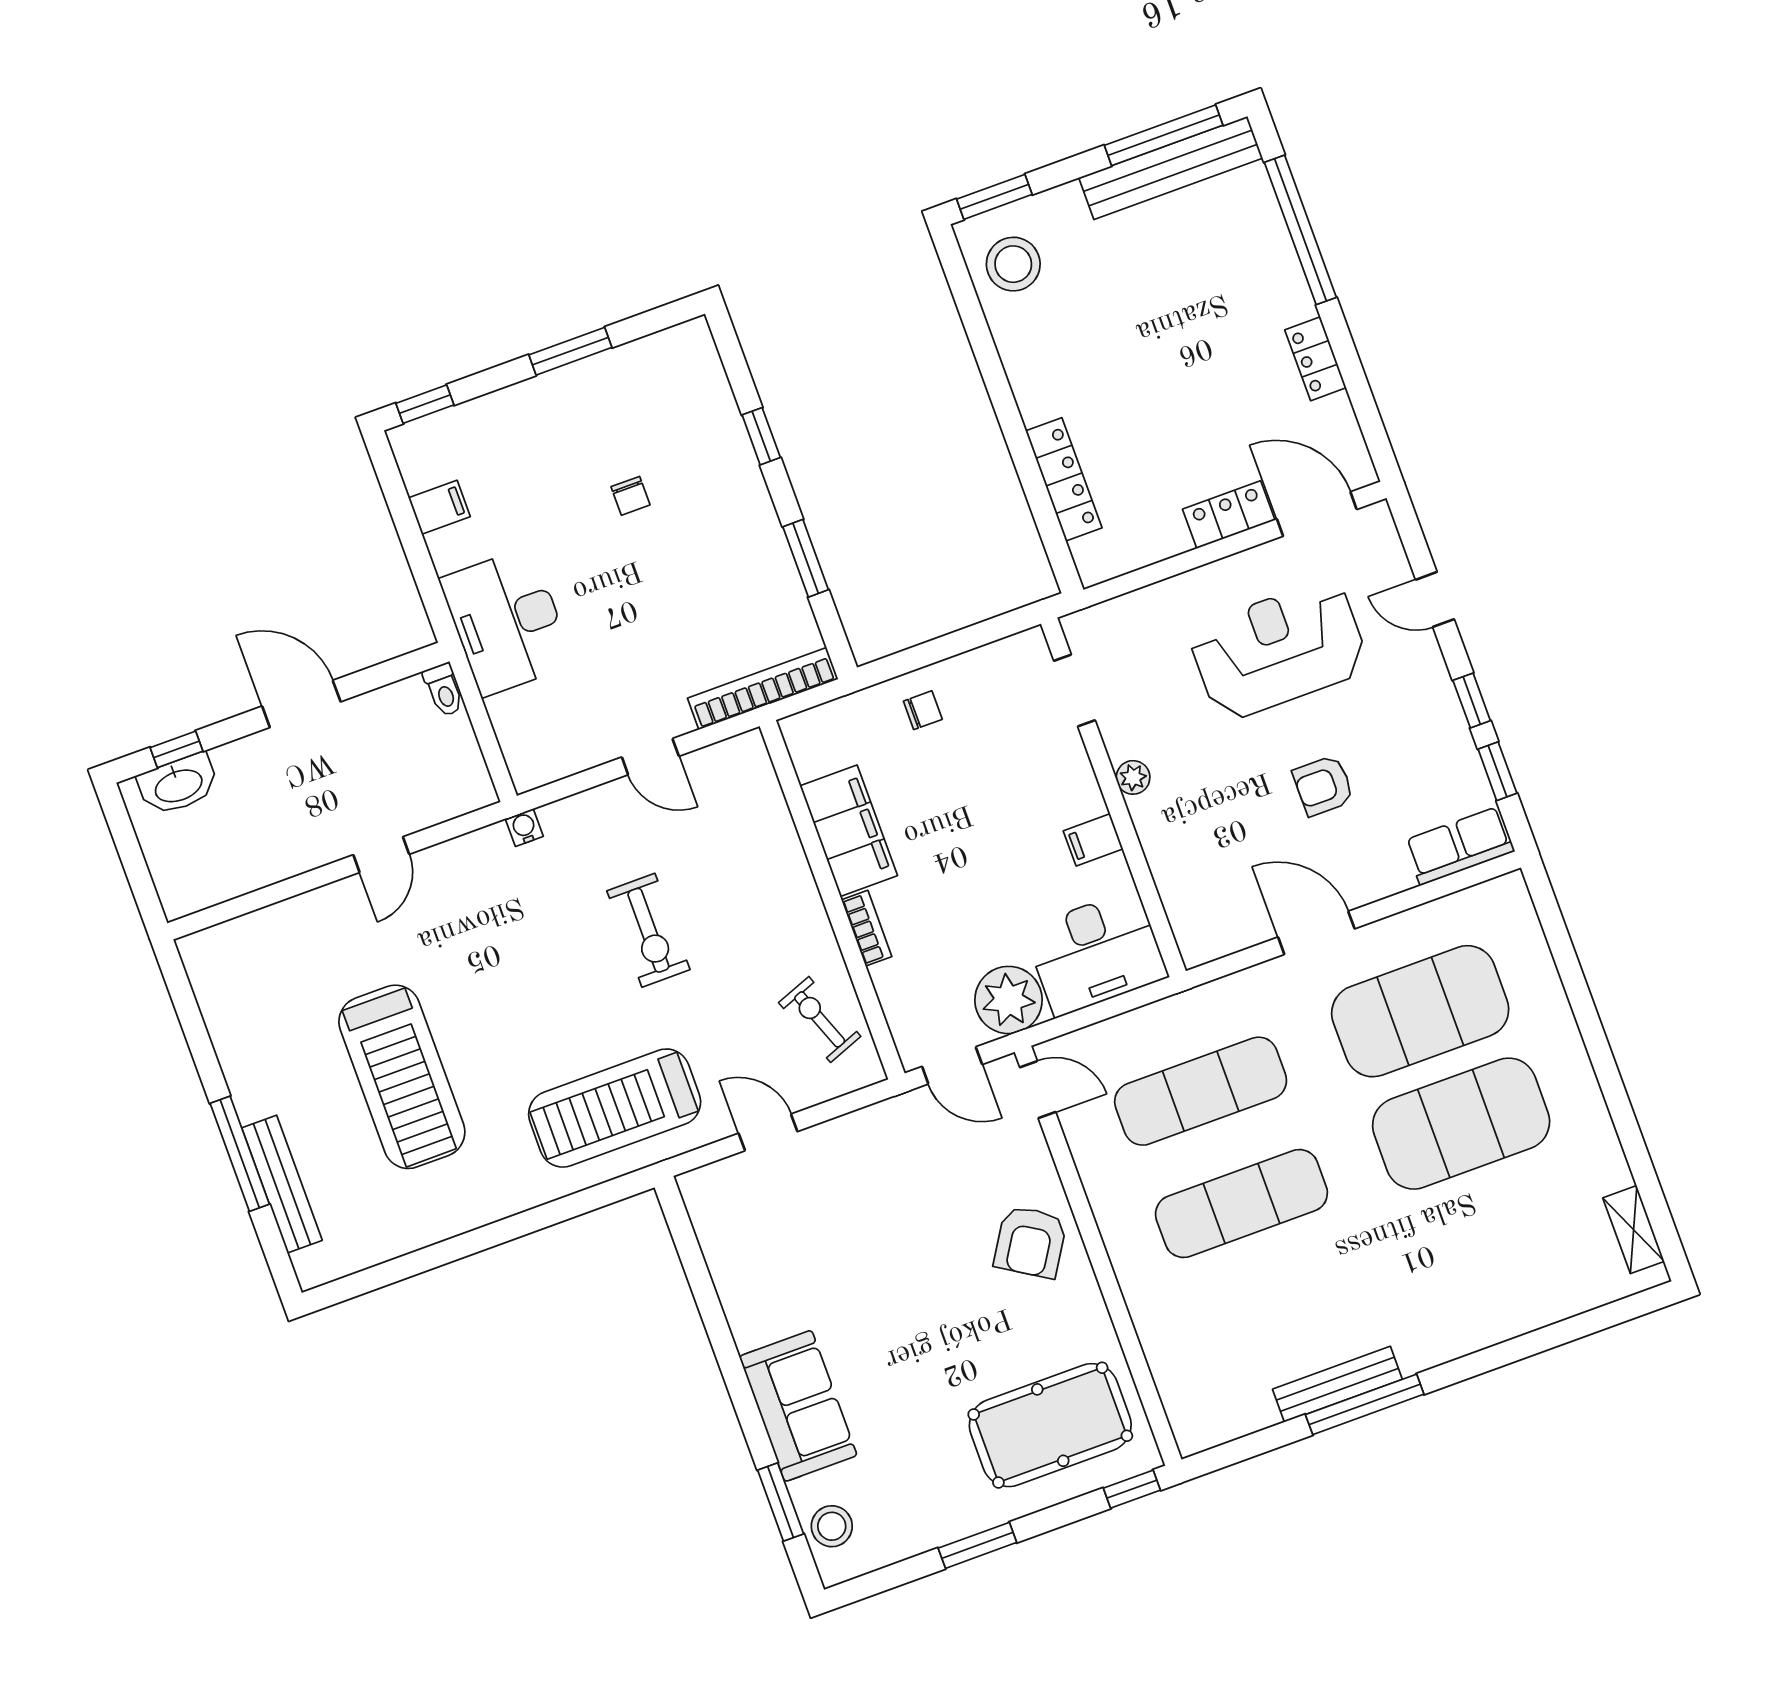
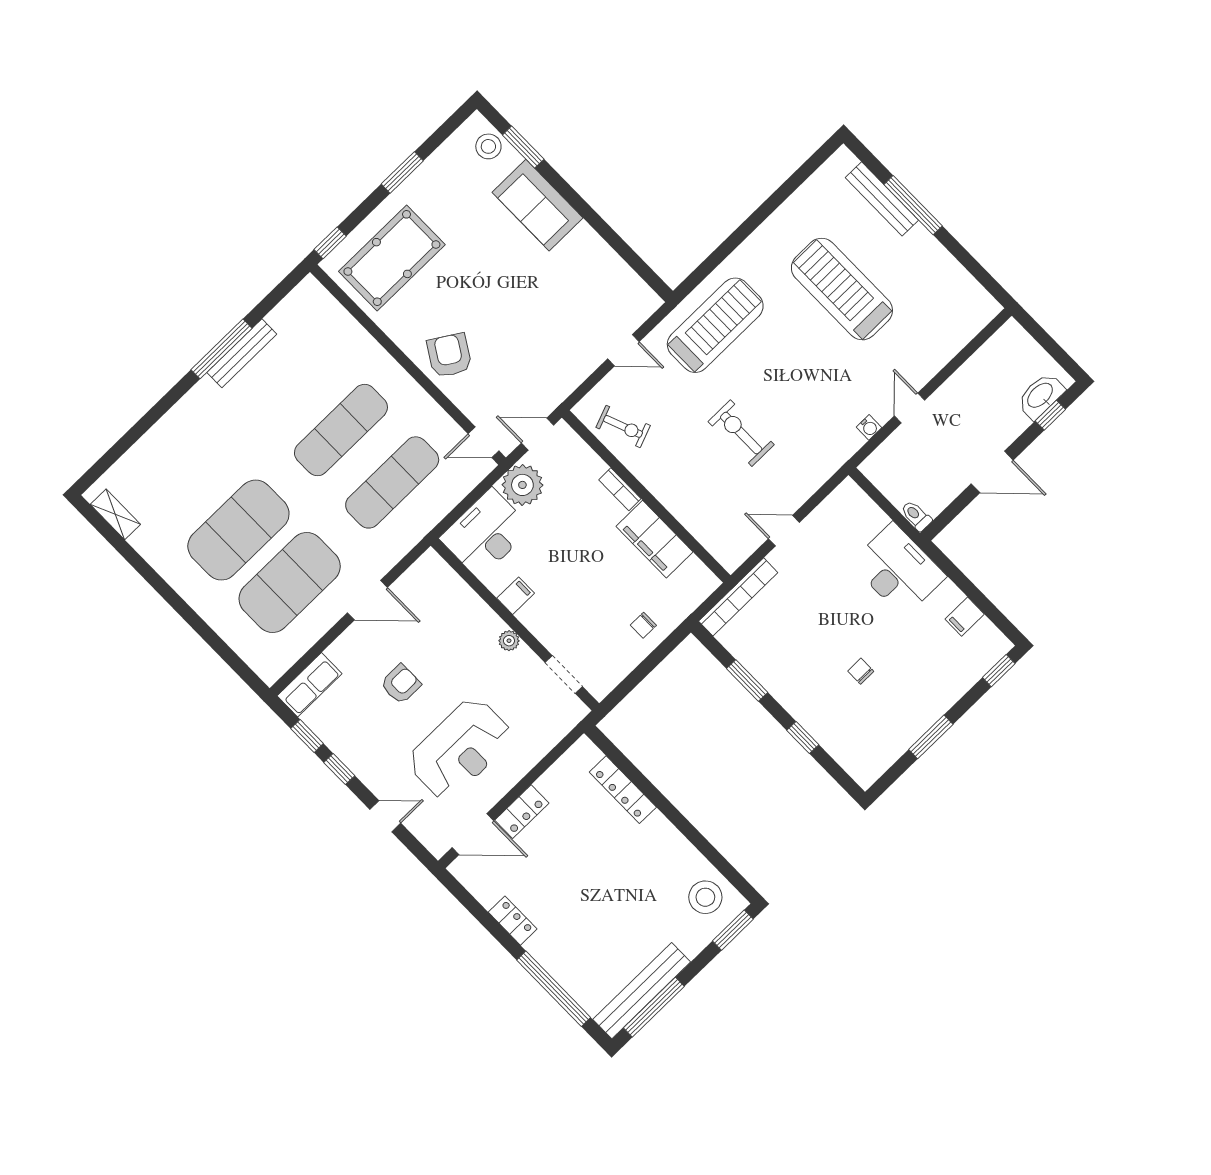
water cooler: (524, 827) -> (869, 427), moved

